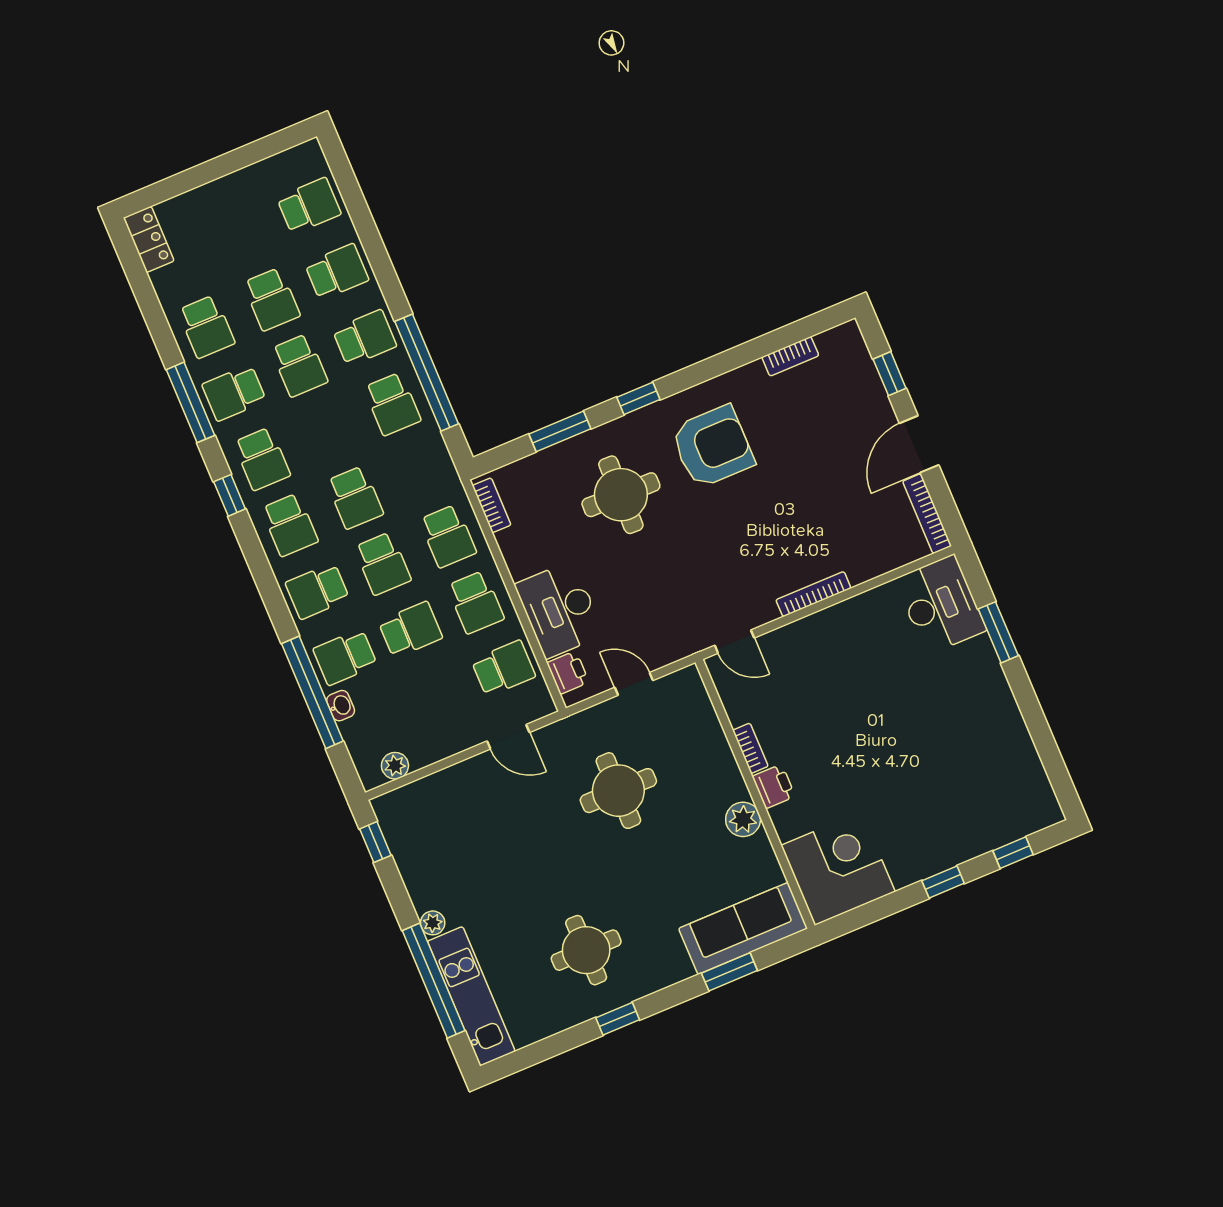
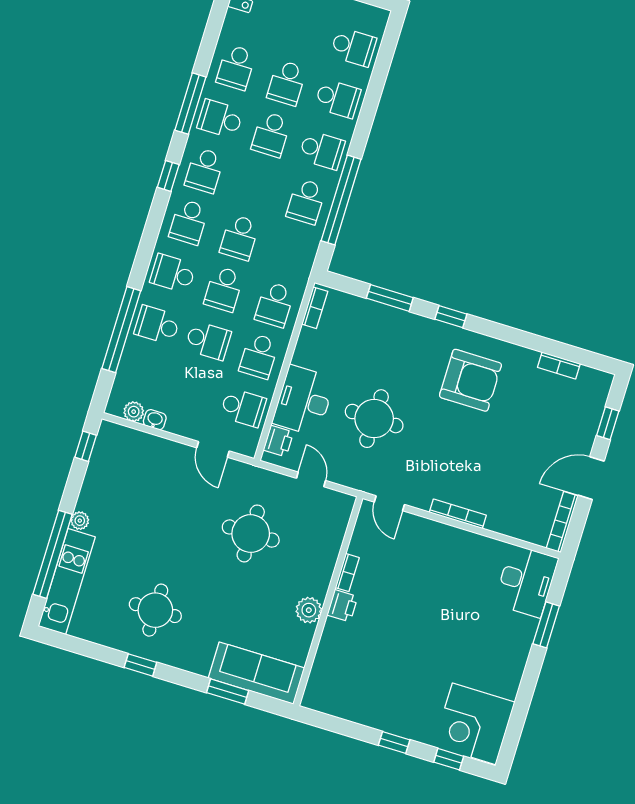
round table: (621, 495) -> (374, 419), moved
washbasin: (341, 706) -> (155, 420), moved, turned -90
corner desk: (838, 868) -> (474, 724), moved, turned 180

